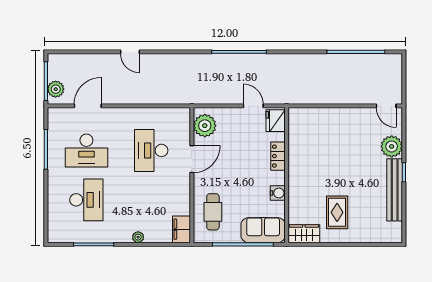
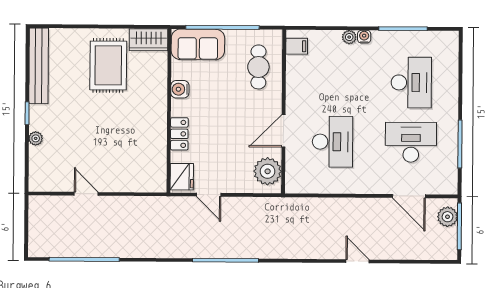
door: (88, 106) -> (409, 196), hinge flipped
door: (386, 106) -> (86, 194), moved
plant: (392, 146) -> (36, 138), width x0.53, depth x0.53
bench: (395, 190) -> (39, 66), moved
desk: (86, 200) -> (411, 83), turned 180
rug: (337, 212) -> (108, 65), width x1.36, depth x1.43
filing cabinet: (181, 229) -> (297, 46), width x0.50
water cooler: (126, 237) -> (364, 37), added

